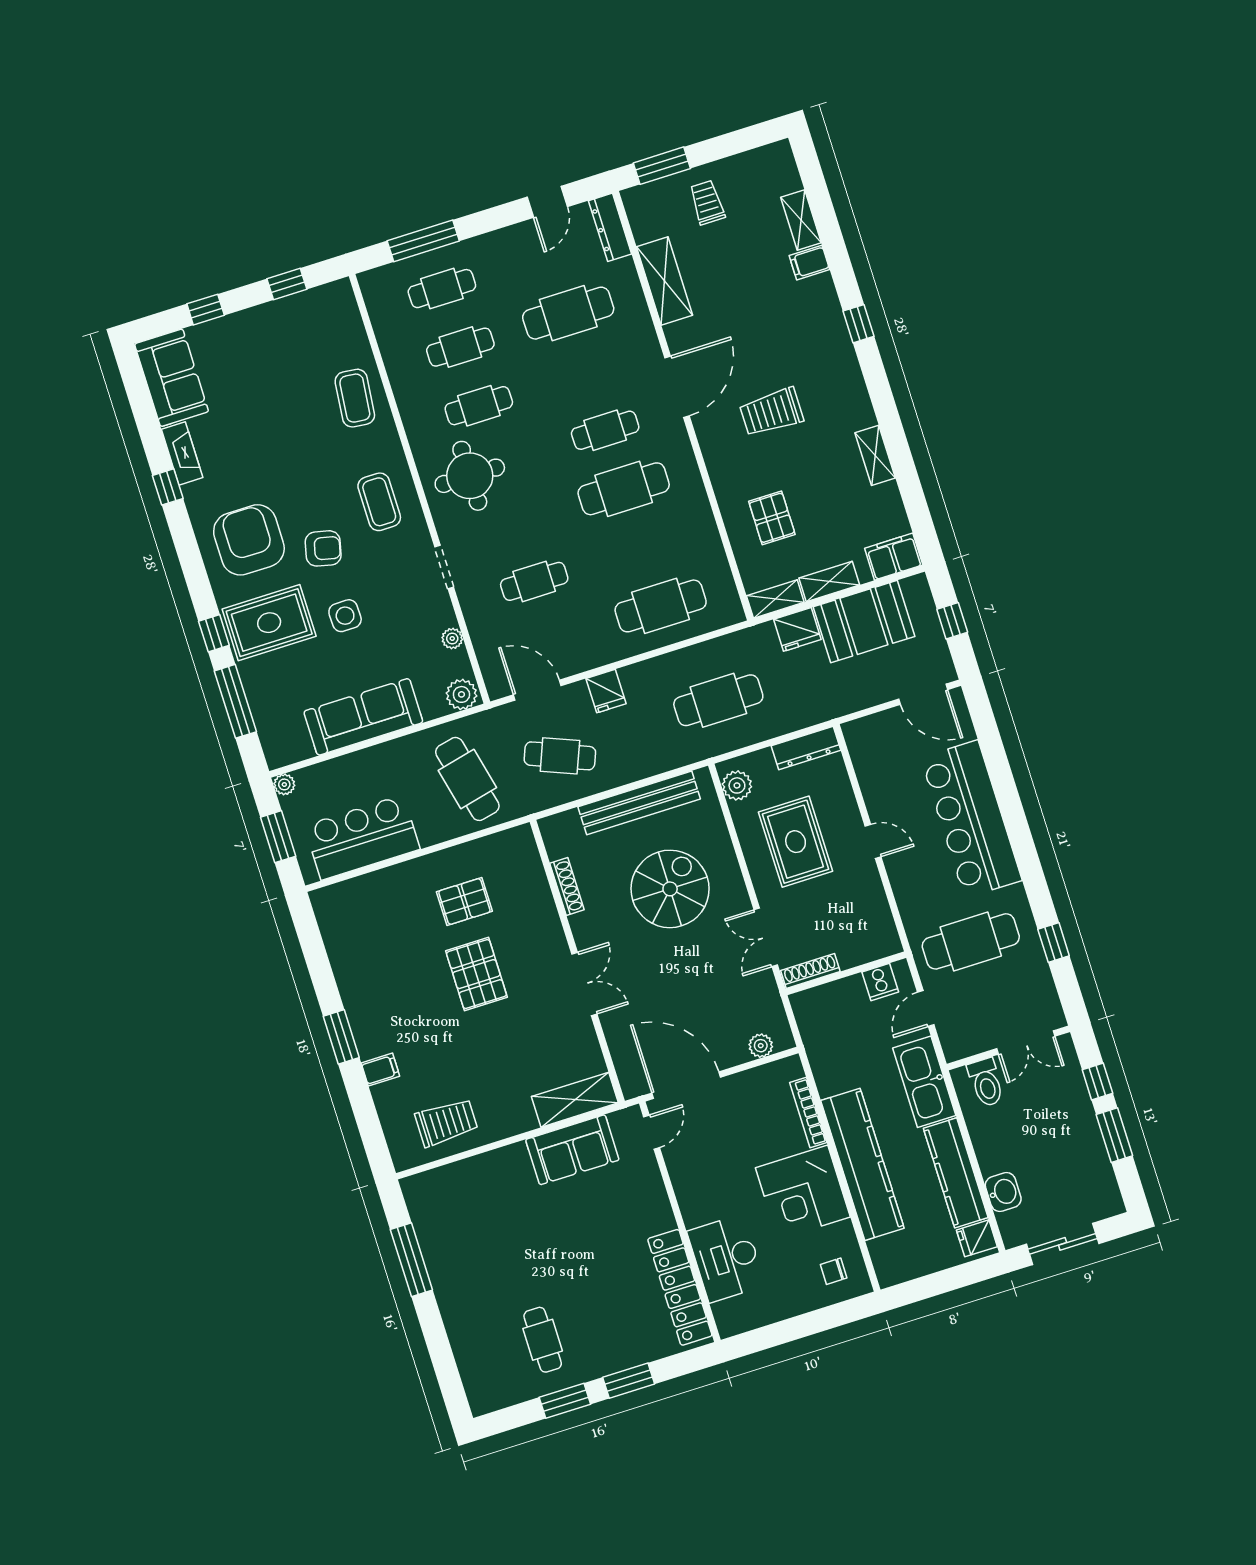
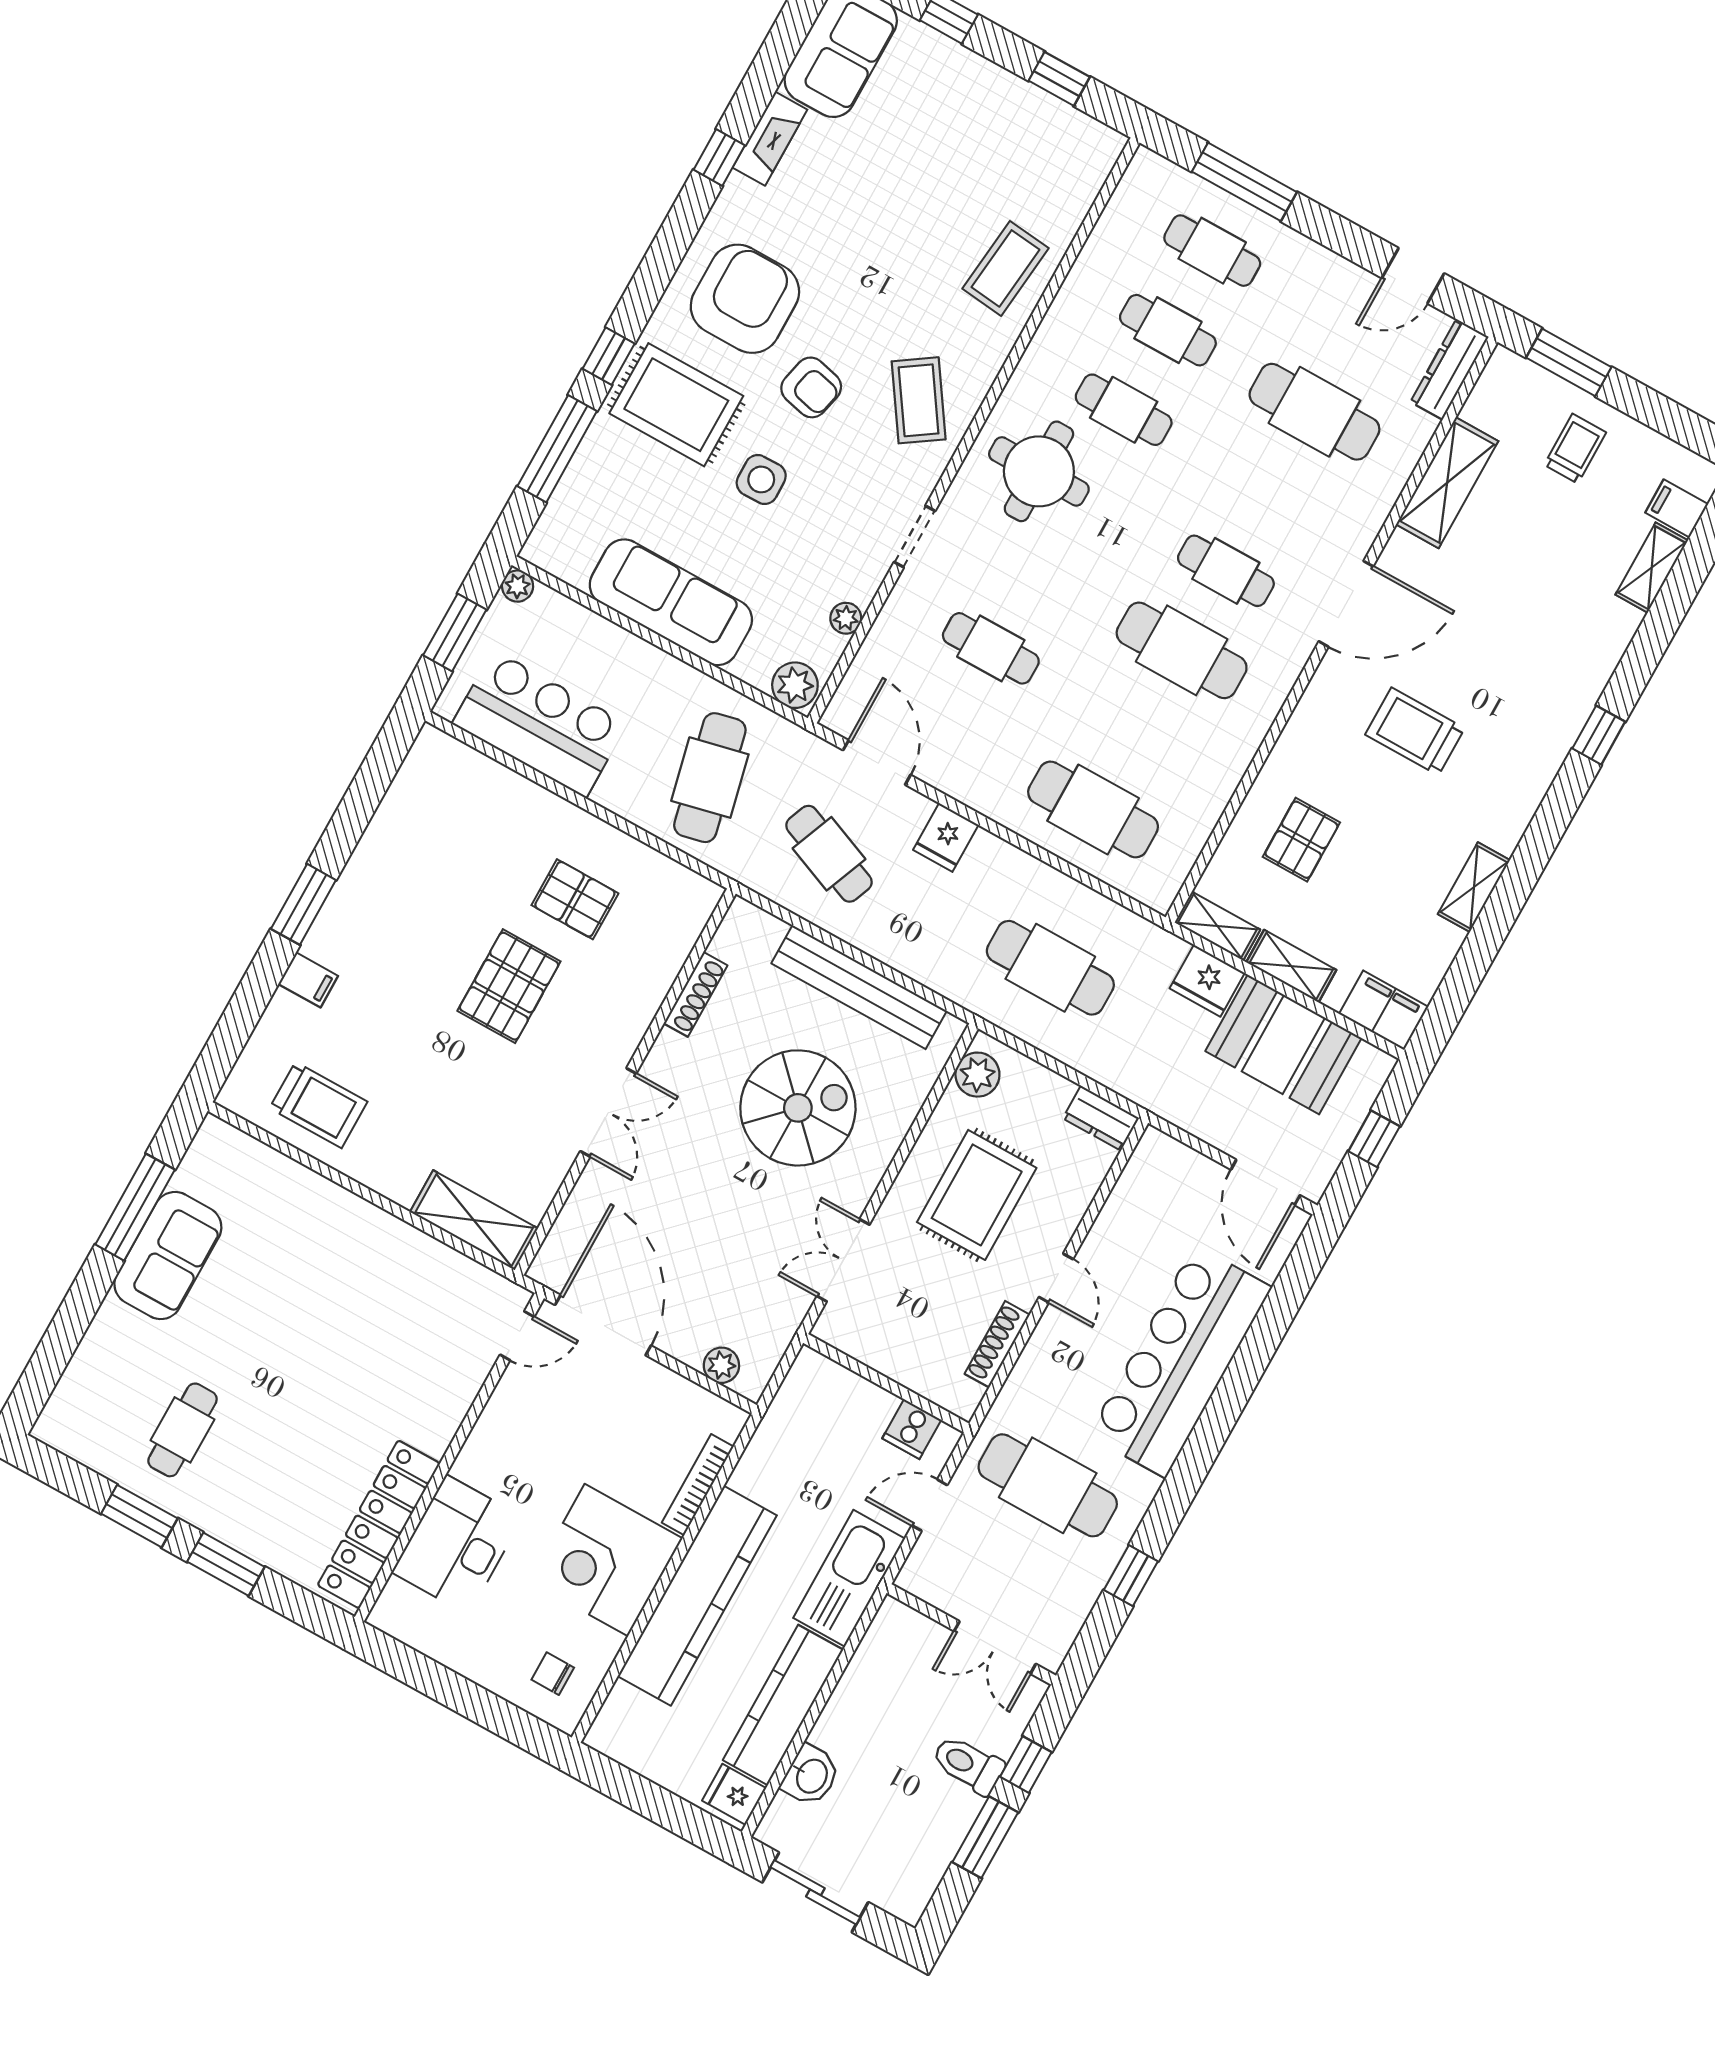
filing cabinet: (809, 263) -> (1677, 508), moved
coffee table: (379, 502) -> (919, 400), turned -34
dresser: (806, 748) -> (1101, 1118), width x0.70
shoe rack: (810, 971) -> (997, 1344), moved, turned -90
toilet: (986, 1082) -> (968, 1765), moved, turned 90
sofa: (572, 1150) -> (168, 1256), moved, turned -90

